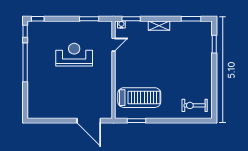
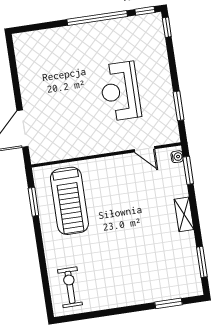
reception desk: (74, 55) -> (120, 91), turned 180

